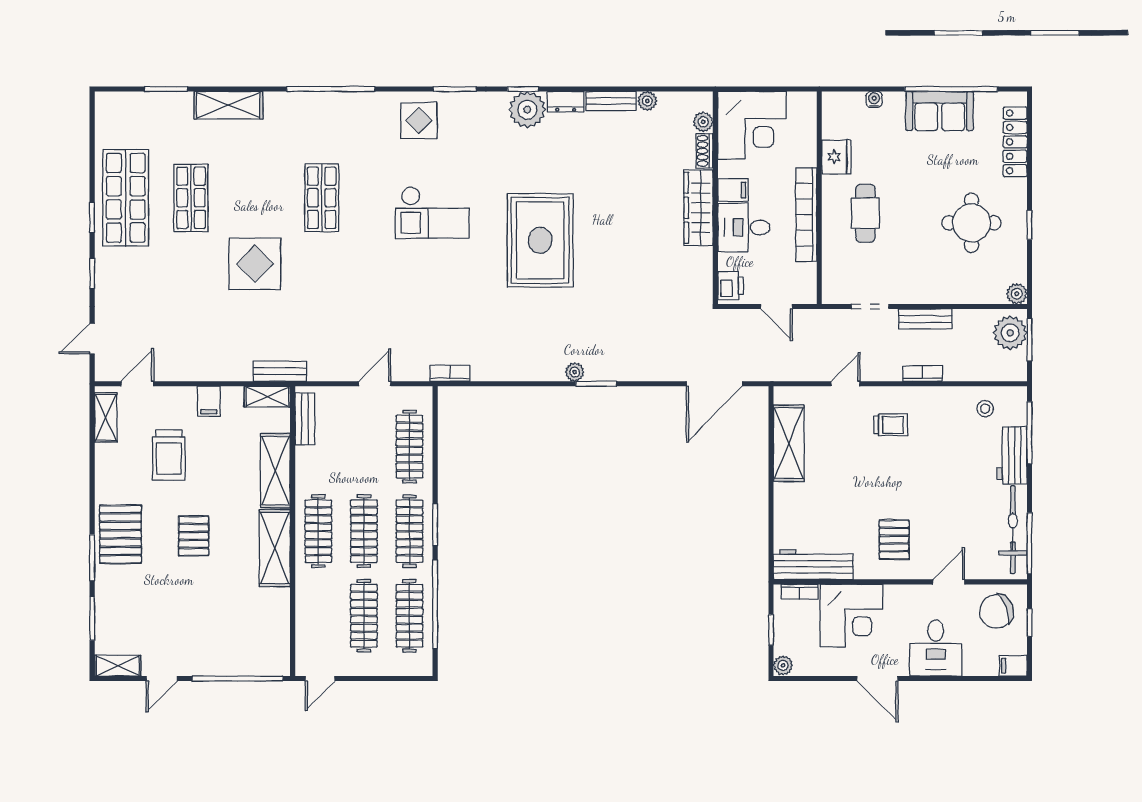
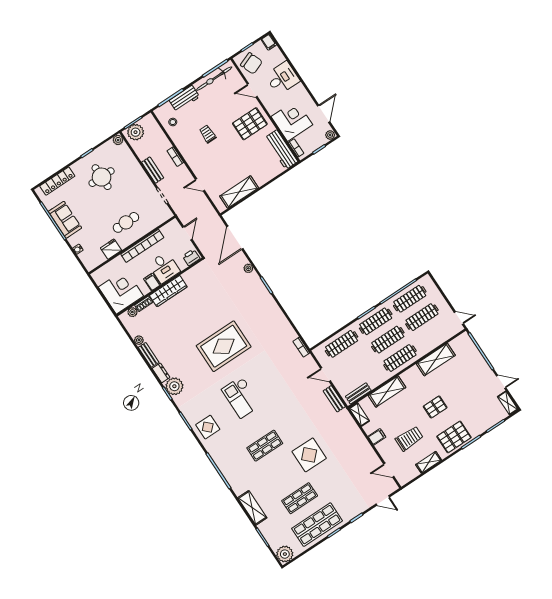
plant: (112, 109) -> (285, 554), added
checkout: (432, 212) -> (241, 397), turned 180
bench: (280, 371) -> (334, 399), moved
plant: (575, 372) -> (248, 268), moved
door: (715, 384) -> (235, 238), swing flipped
shelving: (106, 417) -> (429, 462), moved
trolley: (890, 425) -> (208, 134), moved
pallet: (894, 540) -> (250, 124), width x1.50, depth x1.42
shelving: (275, 548) -> (436, 360), moved
door: (877, 679) -> (324, 114), moved

